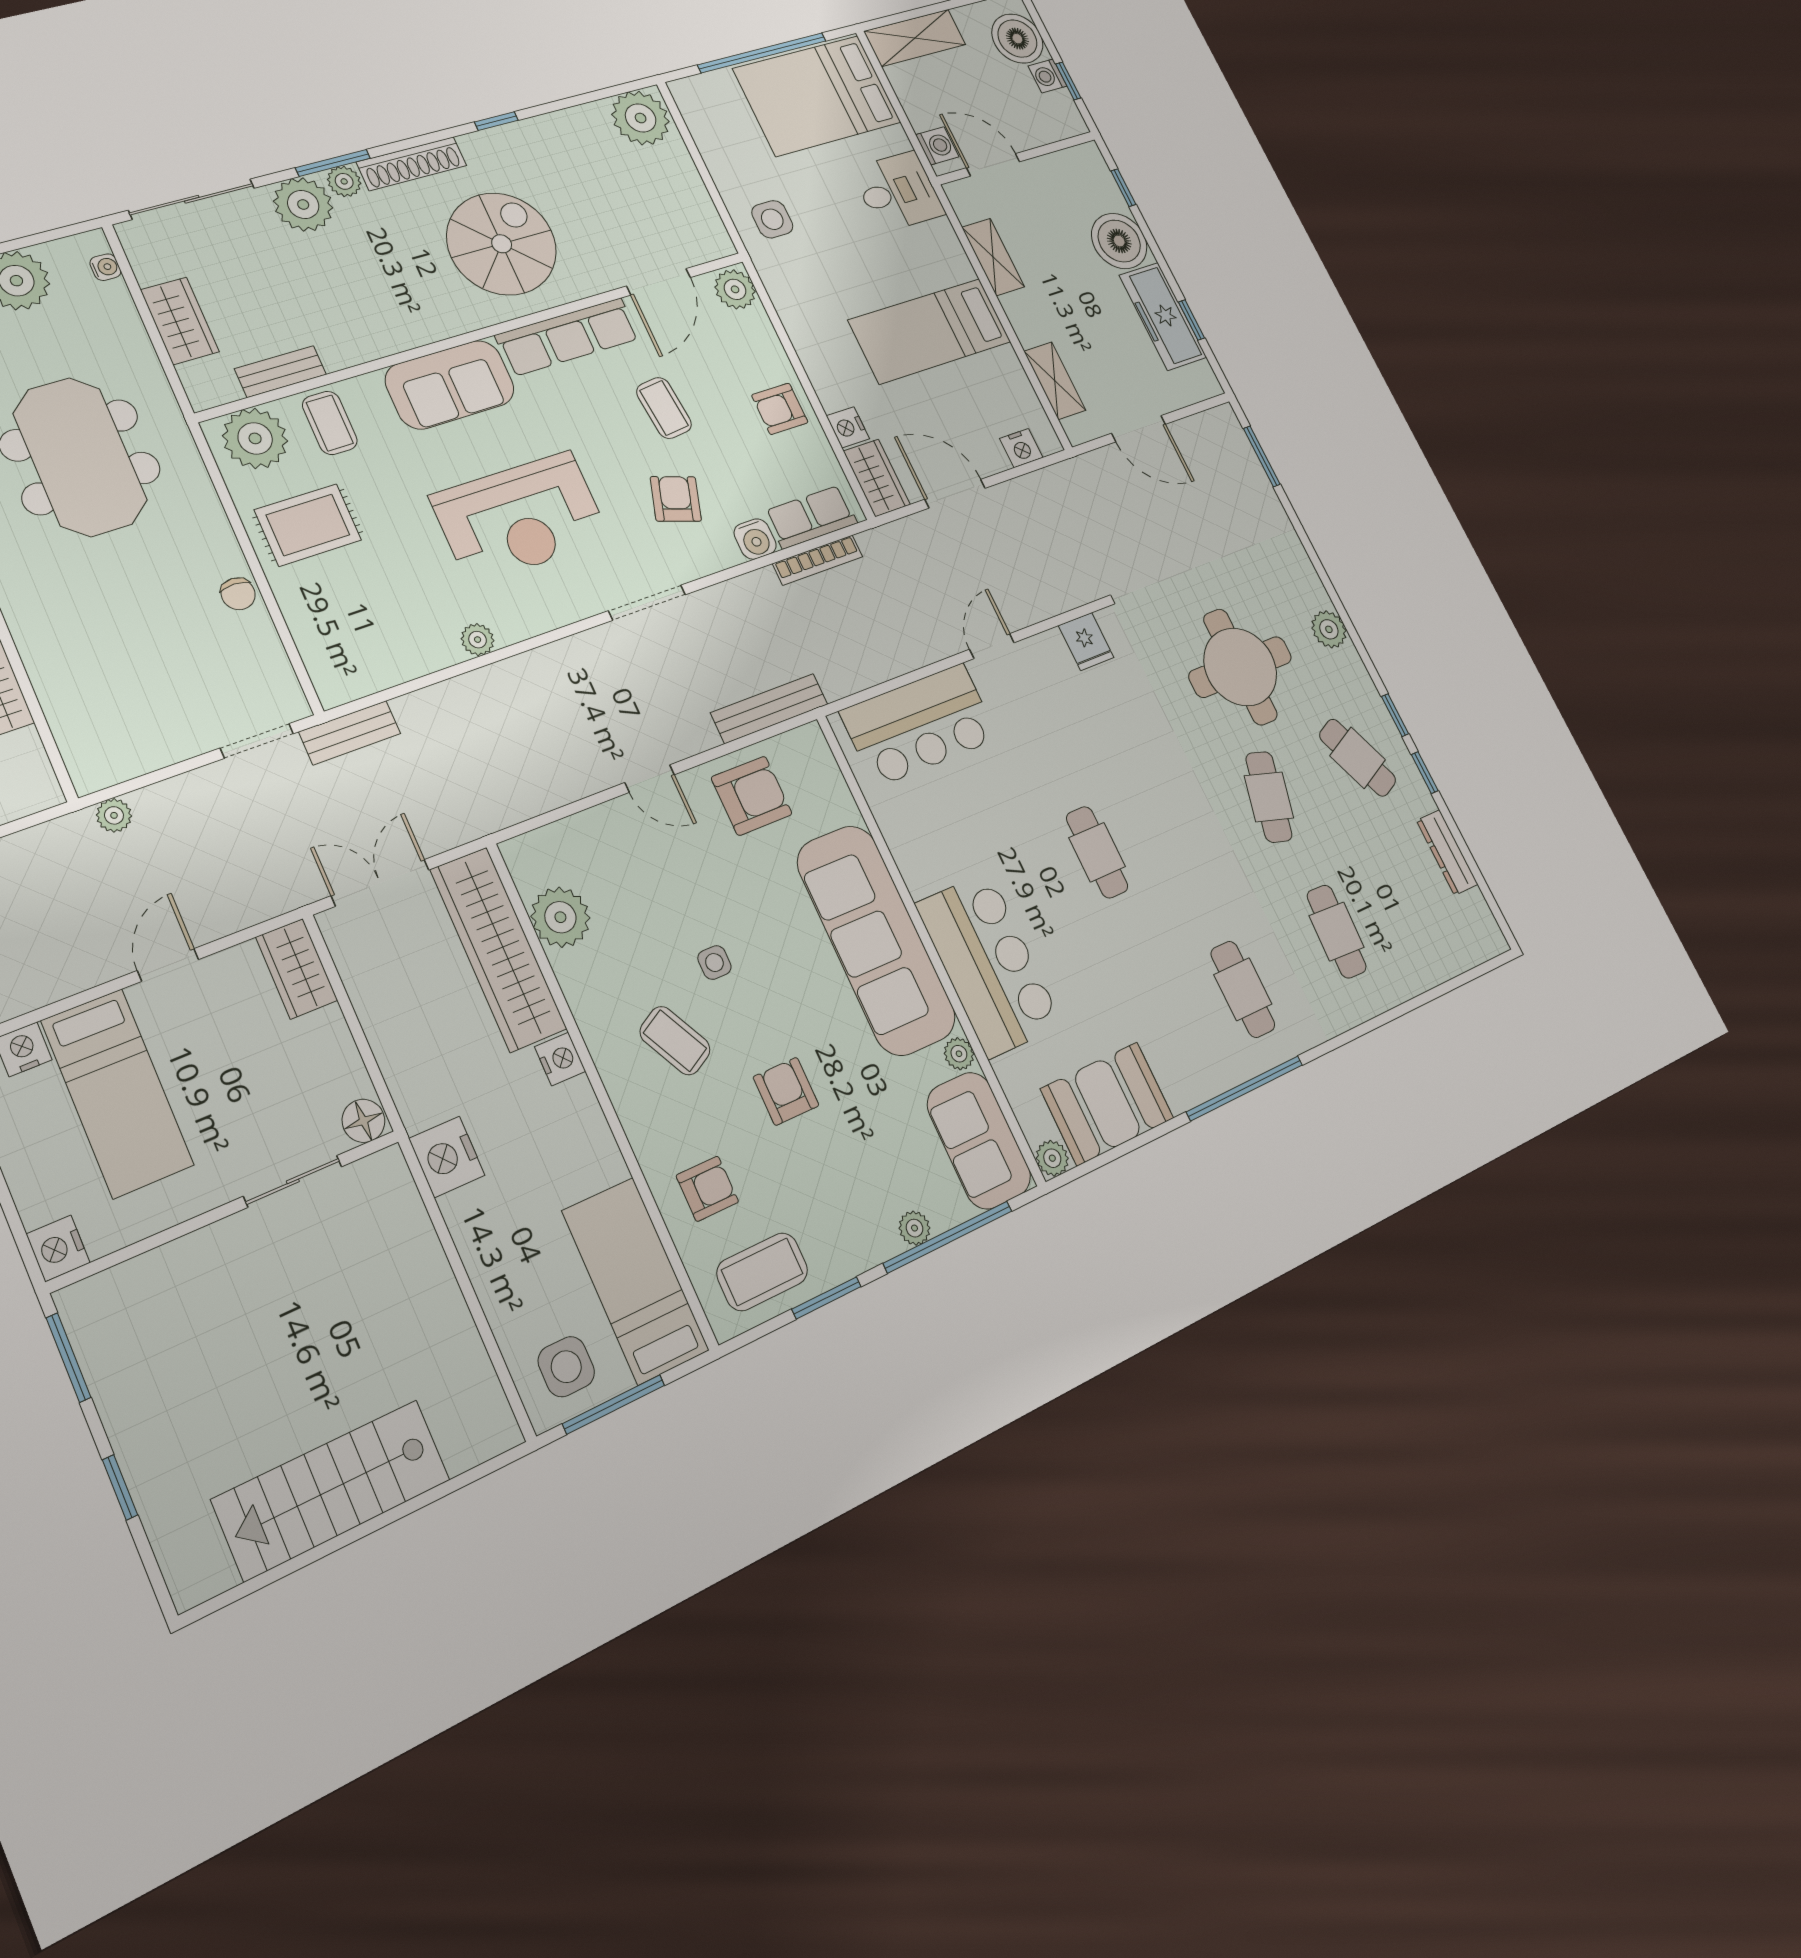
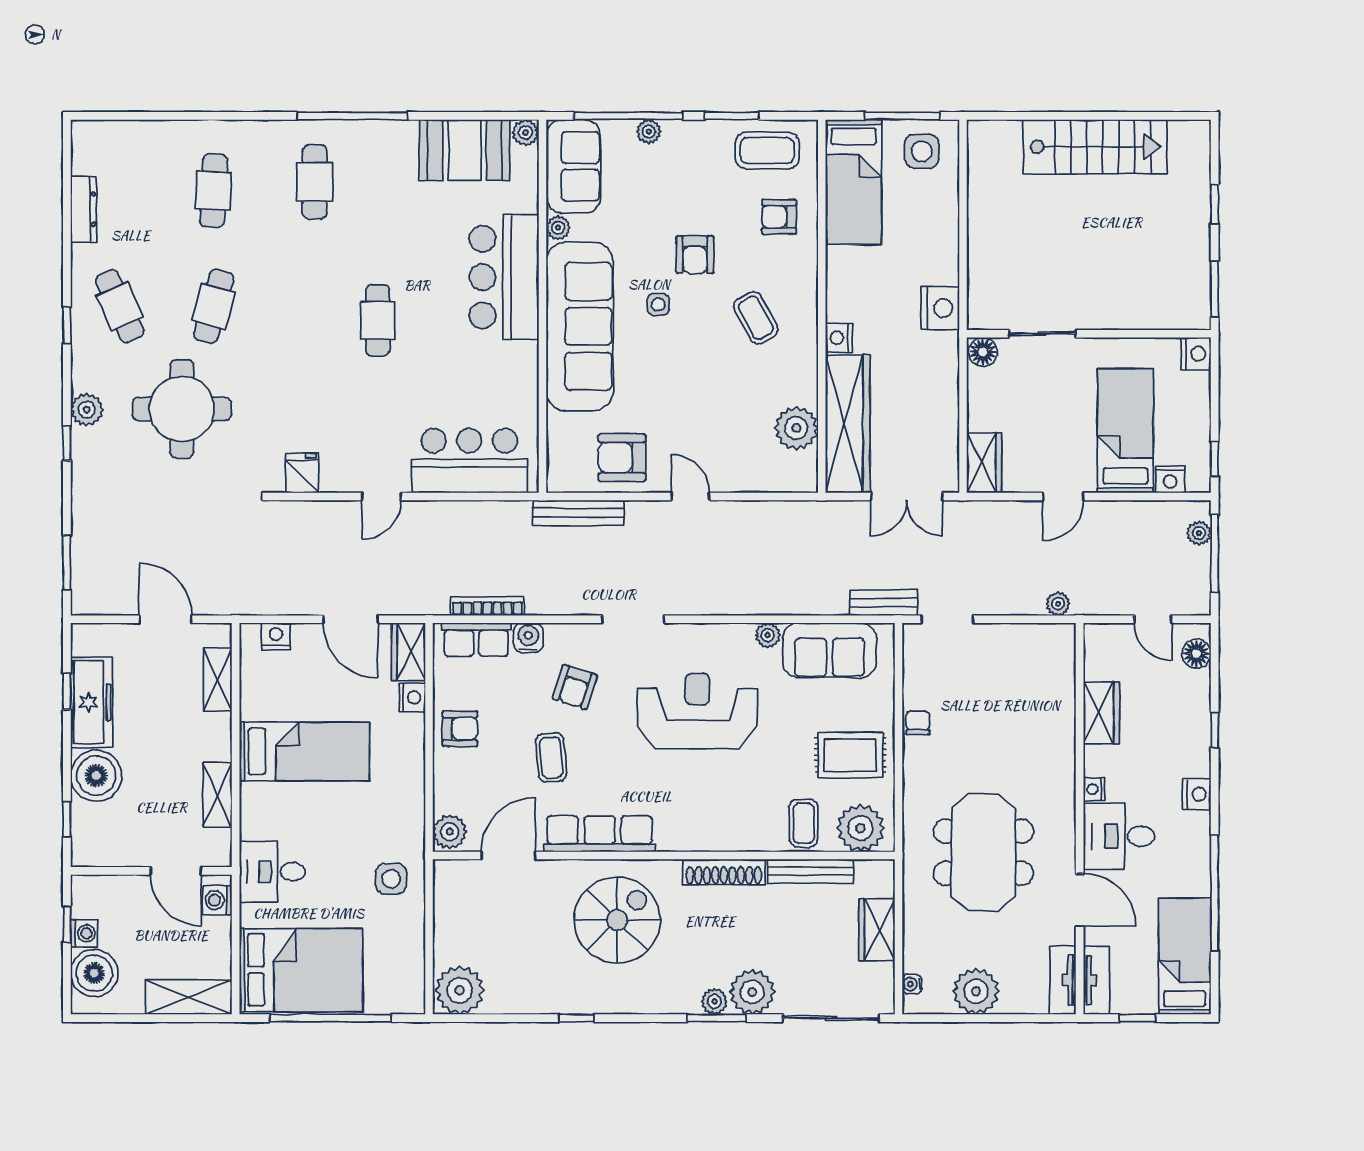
shoe rack: (412, 164) -> (724, 872), moved, turned 180
spiral stairs: (502, 244) -> (617, 920), turned 180
bench: (281, 372) -> (811, 871), width x1.36
sofa: (450, 385) -> (830, 650), moved, turned 180
window: (1425, 773) -> (67, 443), moved
side table: (714, 963) -> (658, 304), moved

